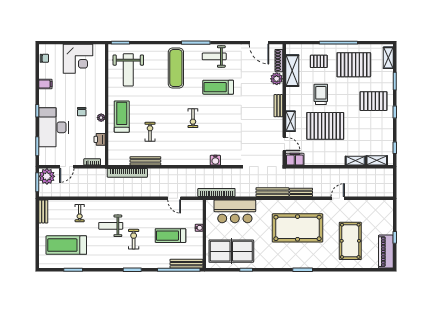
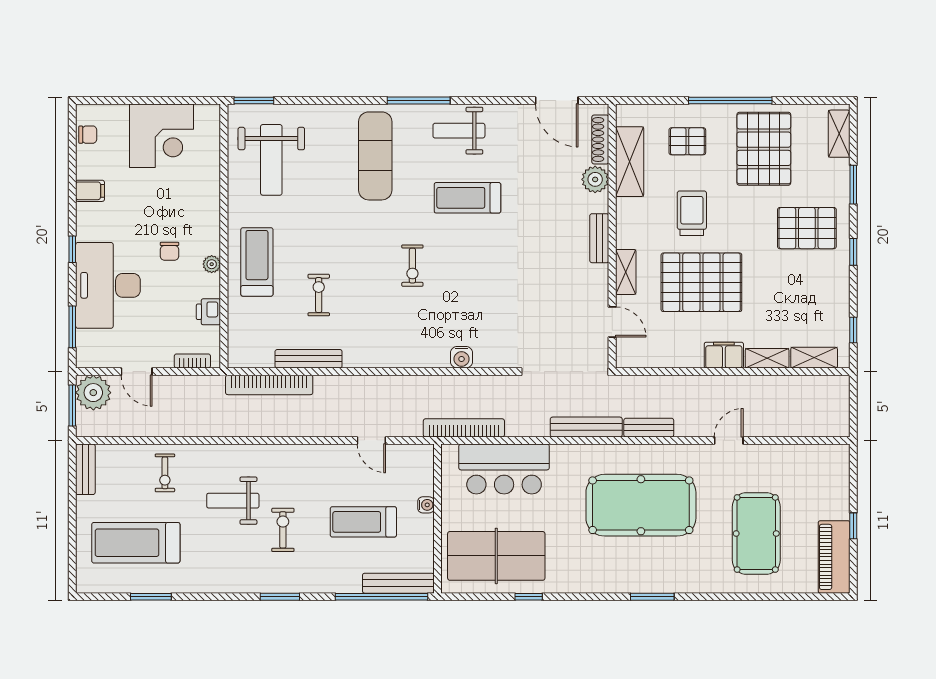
pallet: (354, 65) -> (764, 149), turned 90
filing cabinet: (295, 159) -> (724, 355), moved
door: (67, 167) -> (137, 372), hinge flipped

